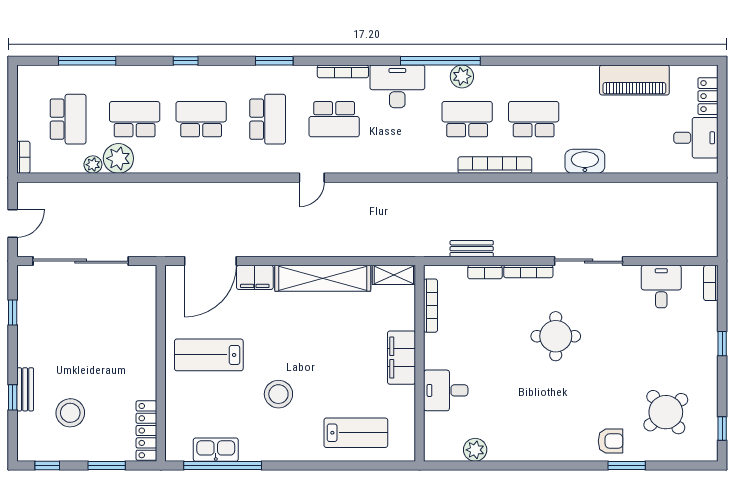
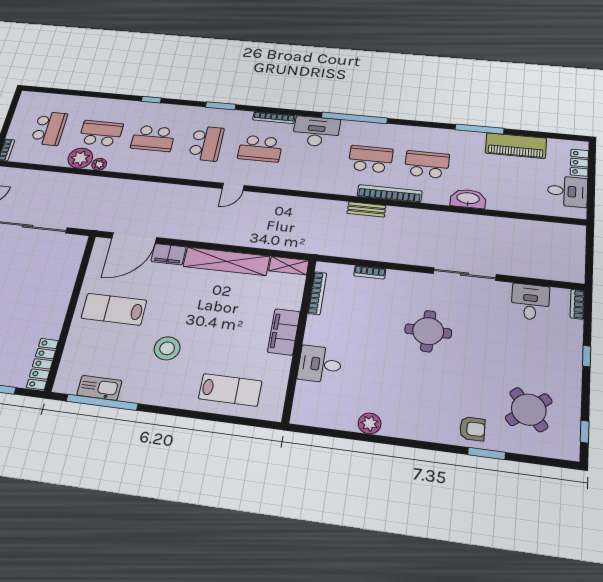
window: (87, 61) -> (479, 129), moved
plant: (462, 76) -> (370, 130), removed
school desk: (201, 119) -> (153, 138), turned 180
plant: (93, 165) -> (99, 164), moved
bench: (472, 249) -> (366, 209), moved
bookcase: (528, 272) -> (409, 276), removed
plant: (475, 450) -> (370, 423), moved

